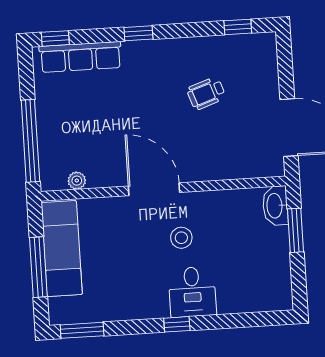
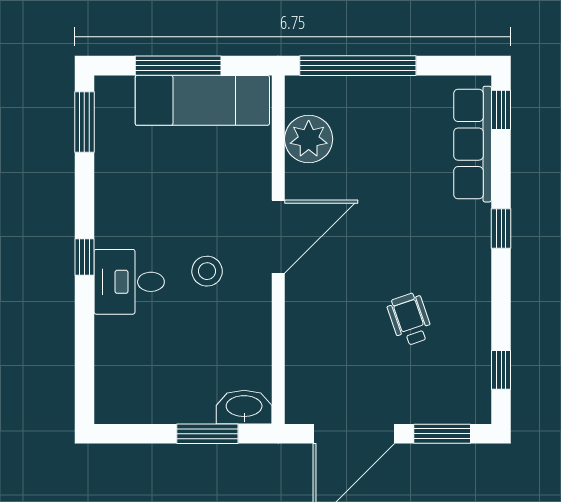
window: (285, 65) -> (442, 434), added
plant: (77, 181) -> (309, 139), width x1.87, depth x1.87

